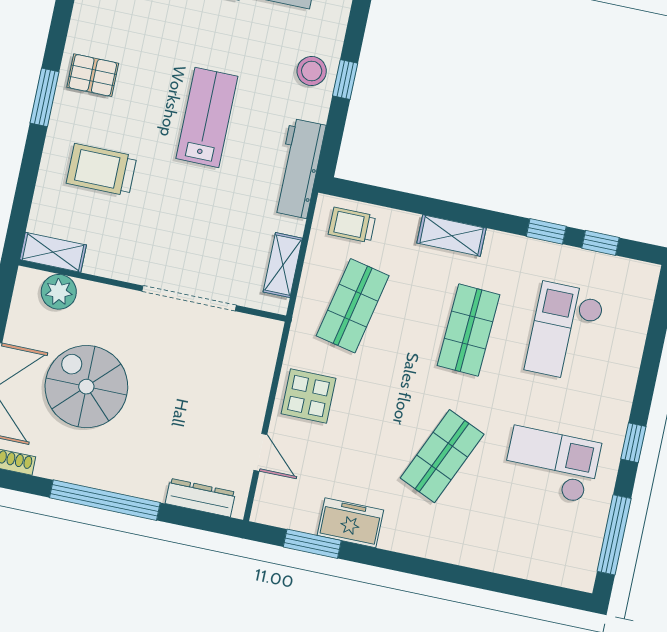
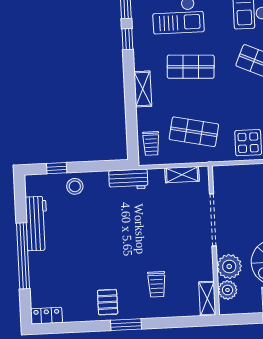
window: (345, 79) -> (57, 168), moved
lab bench: (207, 117) -> (114, 235), removed
workbench: (299, 168) -> (128, 180), width x0.73
trolley: (102, 170) -> (157, 284), width x0.73, depth x0.72
plant: (99, 306) -> (229, 266), added

